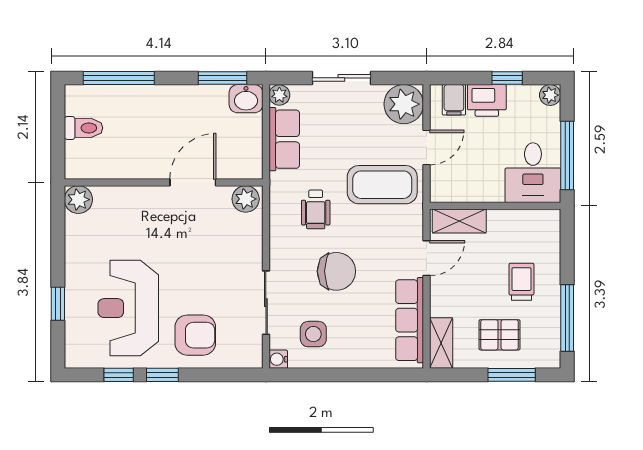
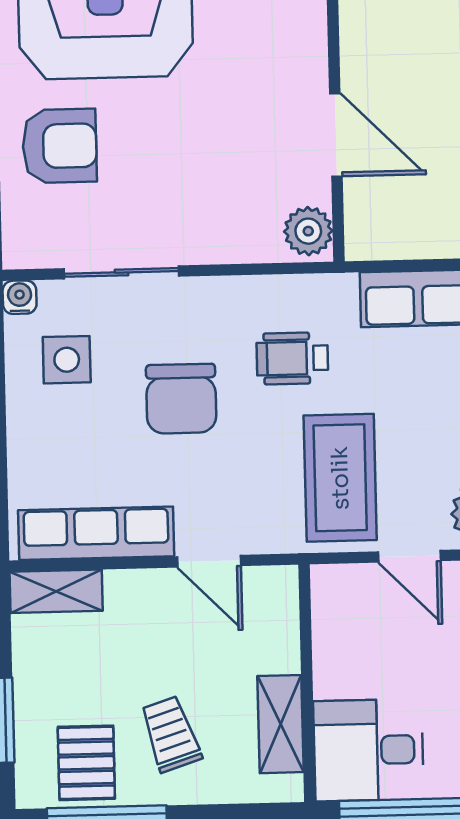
shelving: (459, 221) -> (280, 724), moved
trolley: (521, 282) -> (171, 734), turned -108
armchair: (195, 335) -> (60, 146), turned -90
pallet: (500, 335) -> (86, 763), moved

